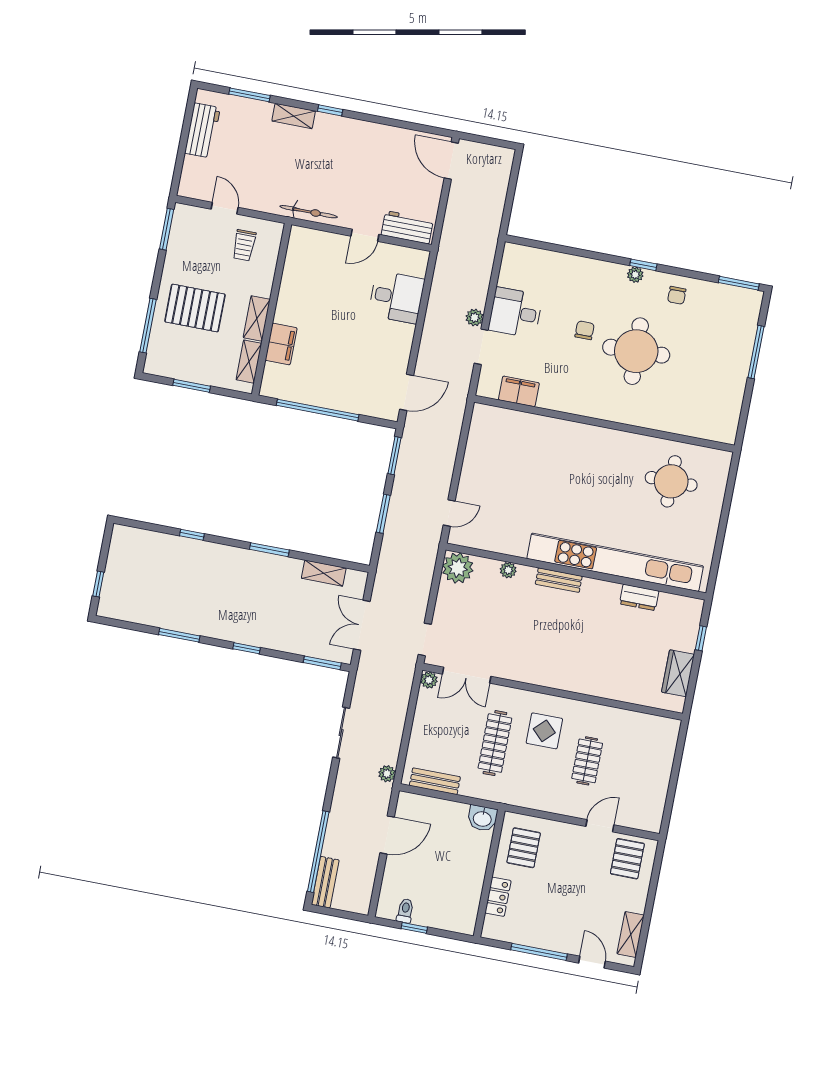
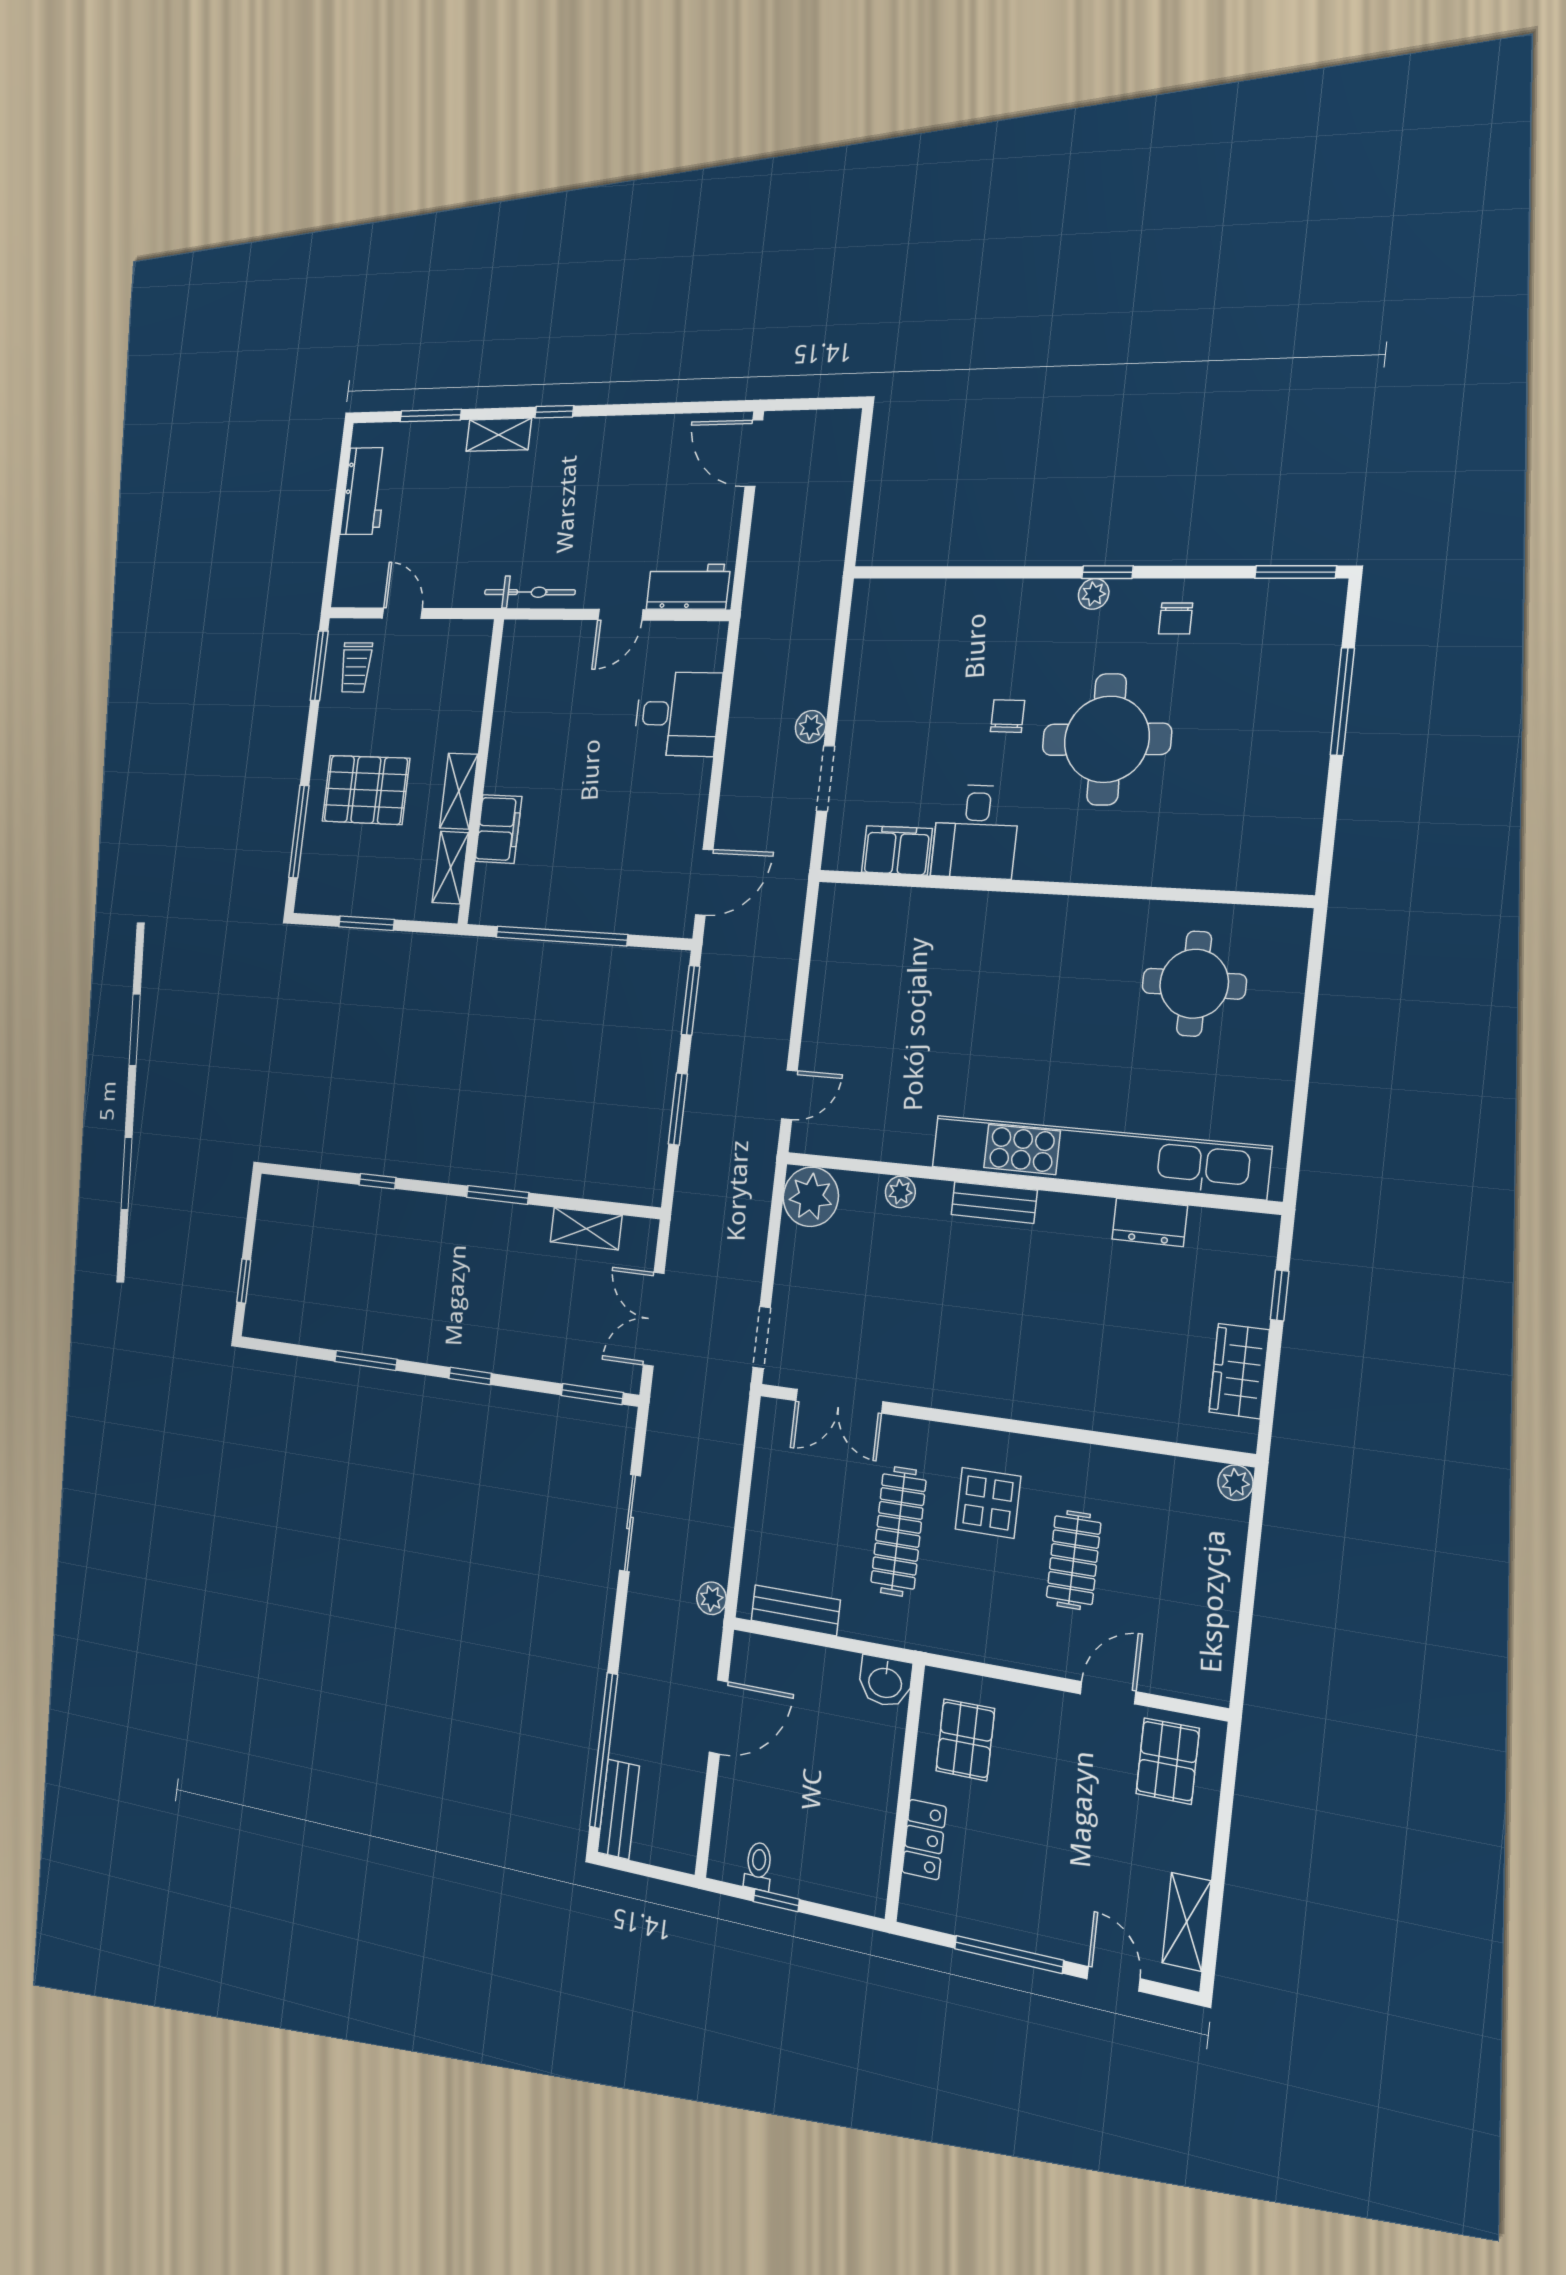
trolley: (244, 245) -> (356, 667), moved
desk: (515, 313) -> (976, 832), moved, turned -90
plant: (429, 680) -> (1236, 1483), moved

